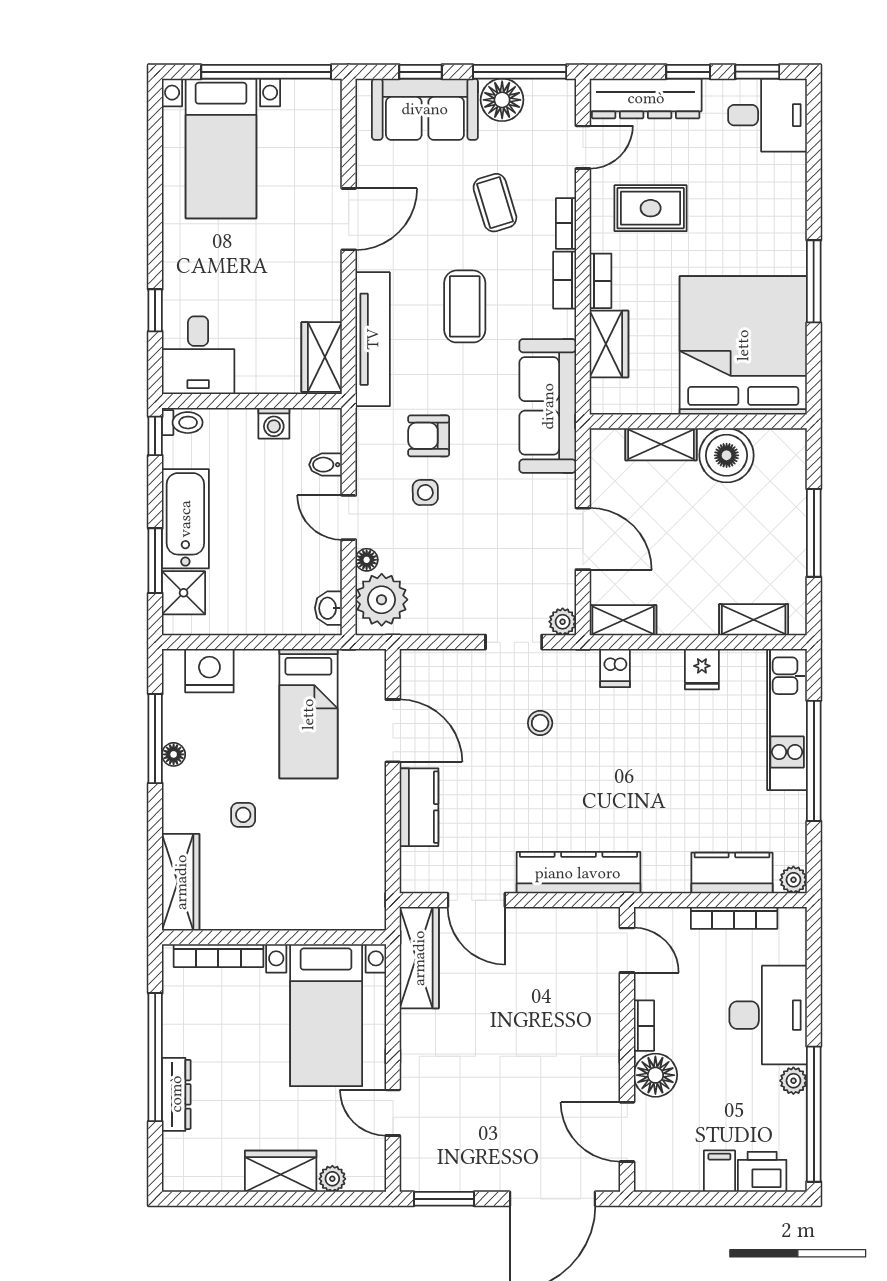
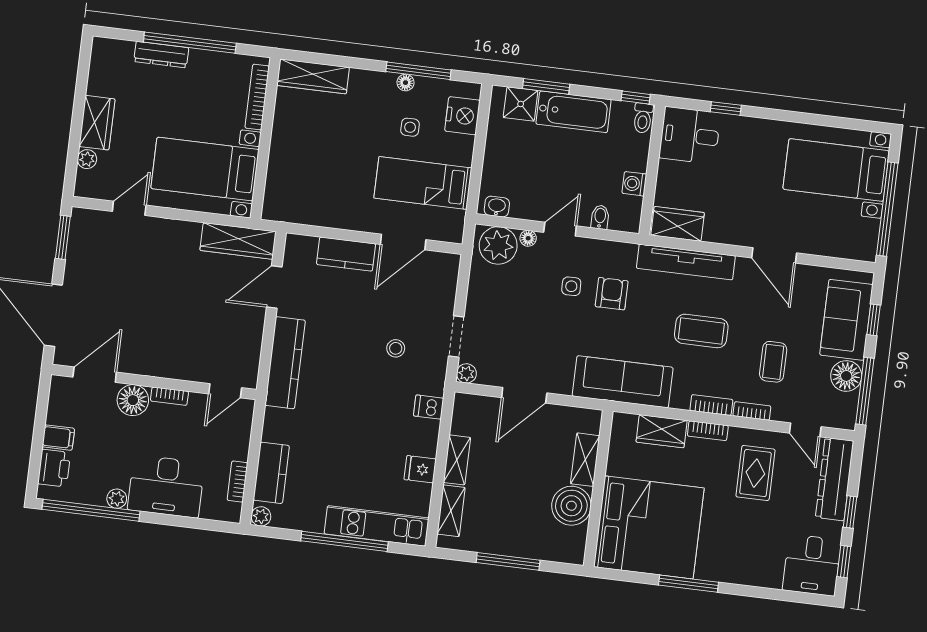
coffee table: (495, 203) -> (773, 362), turned -73
shelving: (623, 620) -> (457, 460), moved
side table: (243, 815) -> (410, 127), moved
bookcase: (734, 918) -> (237, 482), width x0.64

